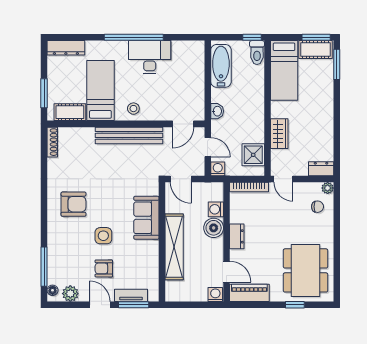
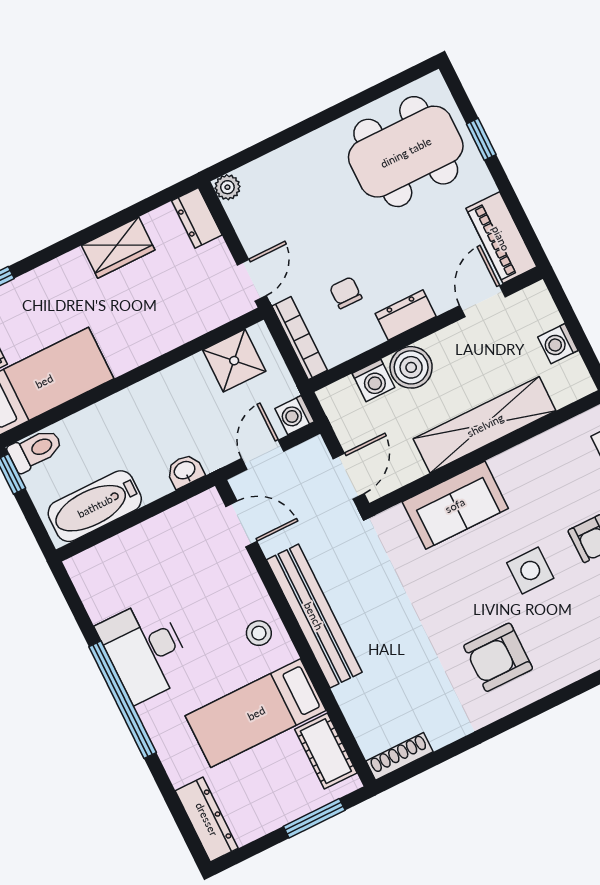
wardrobe: (279, 134) -> (118, 248), moved, turned 180
armchair: (74, 204) -> (498, 657), turned -90
chair: (318, 207) -> (346, 293), moved
washing machine: (215, 295) -> (558, 344), moved

